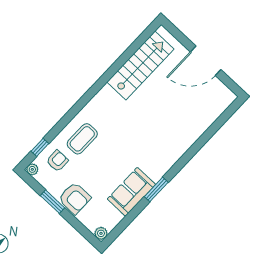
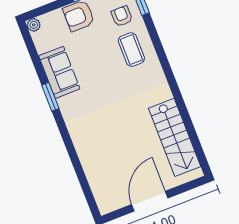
armchair: (57, 161) -> (122, 16), turned 180

